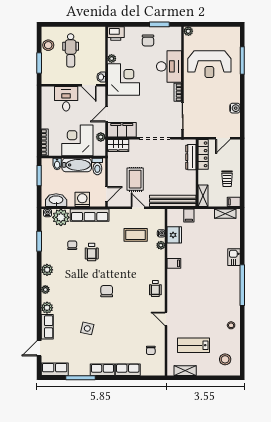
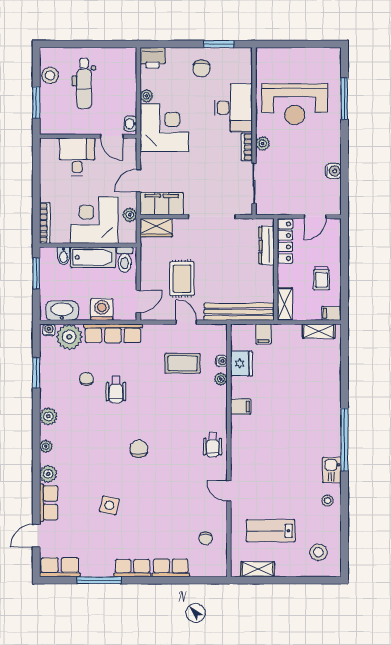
plant: (188, 31) -> (263, 144), moved
kitchen sink: (234, 257) -> (332, 470), moved

